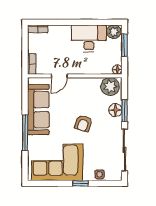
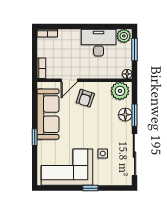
armchair: (83, 123) -> (85, 98), moved
window: (25, 133) -> (35, 137), width x0.46
side table: (100, 174) -> (103, 154), moved

